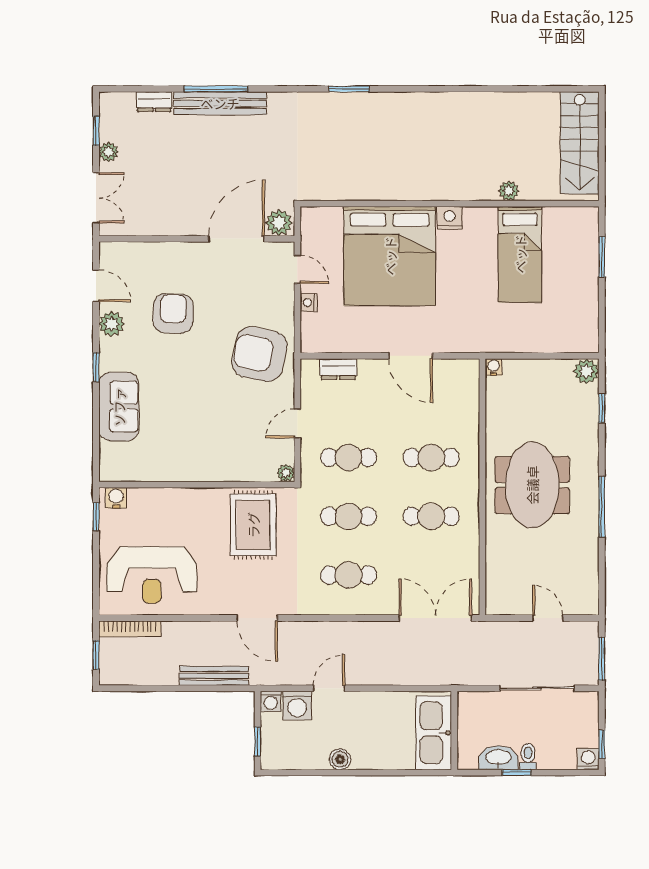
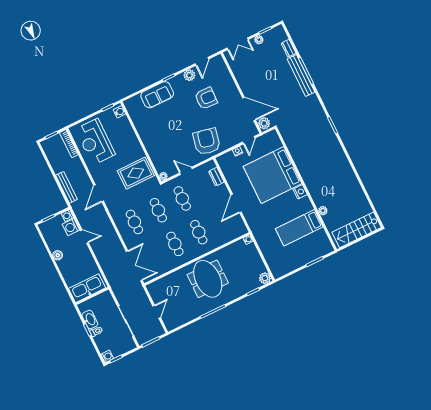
meeting table: (532, 485) -> (208, 279), turned 90

